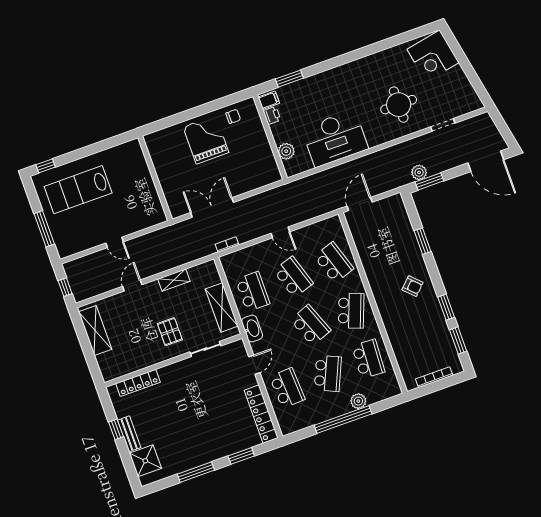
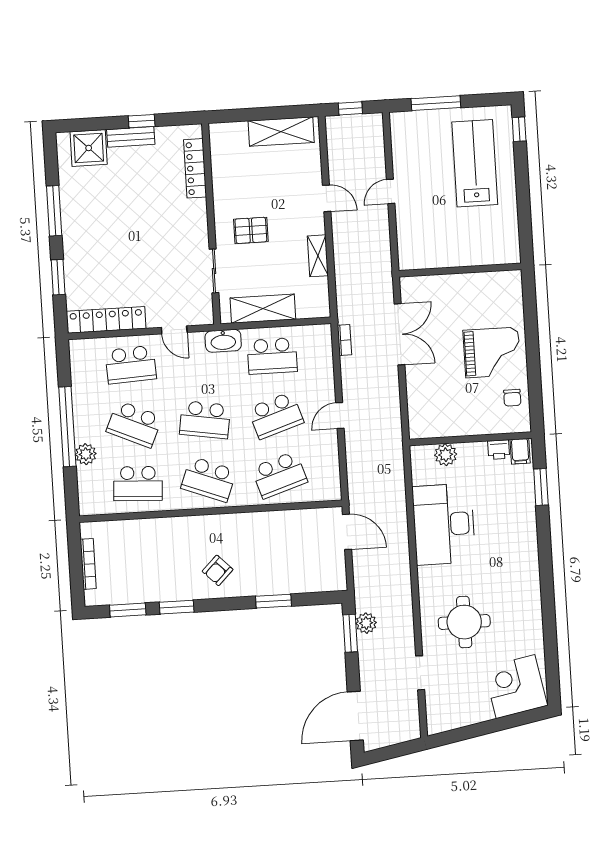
school desk: (310, 325) -> (205, 420), turned 30

